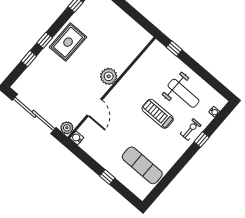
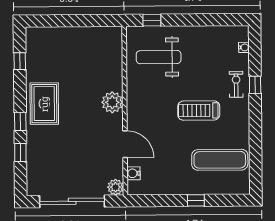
weight bench: (184, 93) -> (159, 57), moved, turned 180
treadmill: (158, 114) -> (199, 111), moved
water cooler: (77, 138) -> (133, 173), moved

